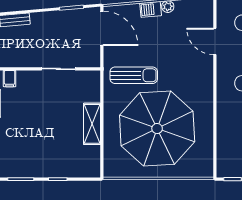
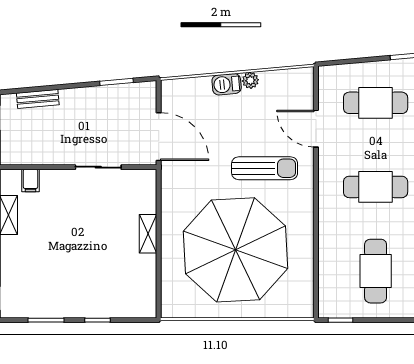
door: (102, 28) -> (159, 137), moved
sun lounger: (134, 75) -> (265, 168), moved
shelving: (92, 124) -> (148, 234), width x0.67, depth x0.75

